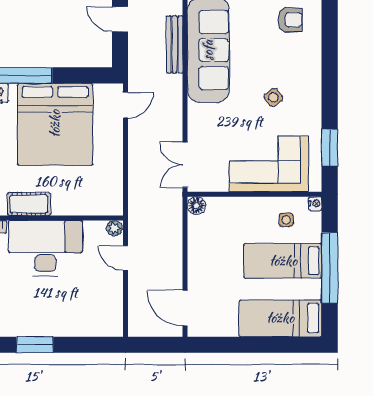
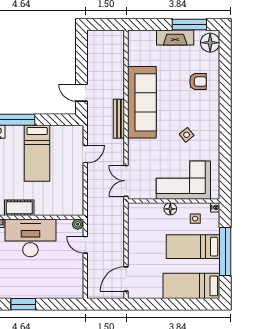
door: (120, 19) -> (81, 93), moved
bench: (175, 44) -> (119, 119), moved
door: (126, 105) -> (85, 154), moved
bed: (55, 124) -> (37, 153), width x0.49
window: (330, 148) -> (225, 169), removed
floor lamp: (197, 206) -> (170, 209), moved
door: (185, 308) -> (126, 279), hinge flipped

